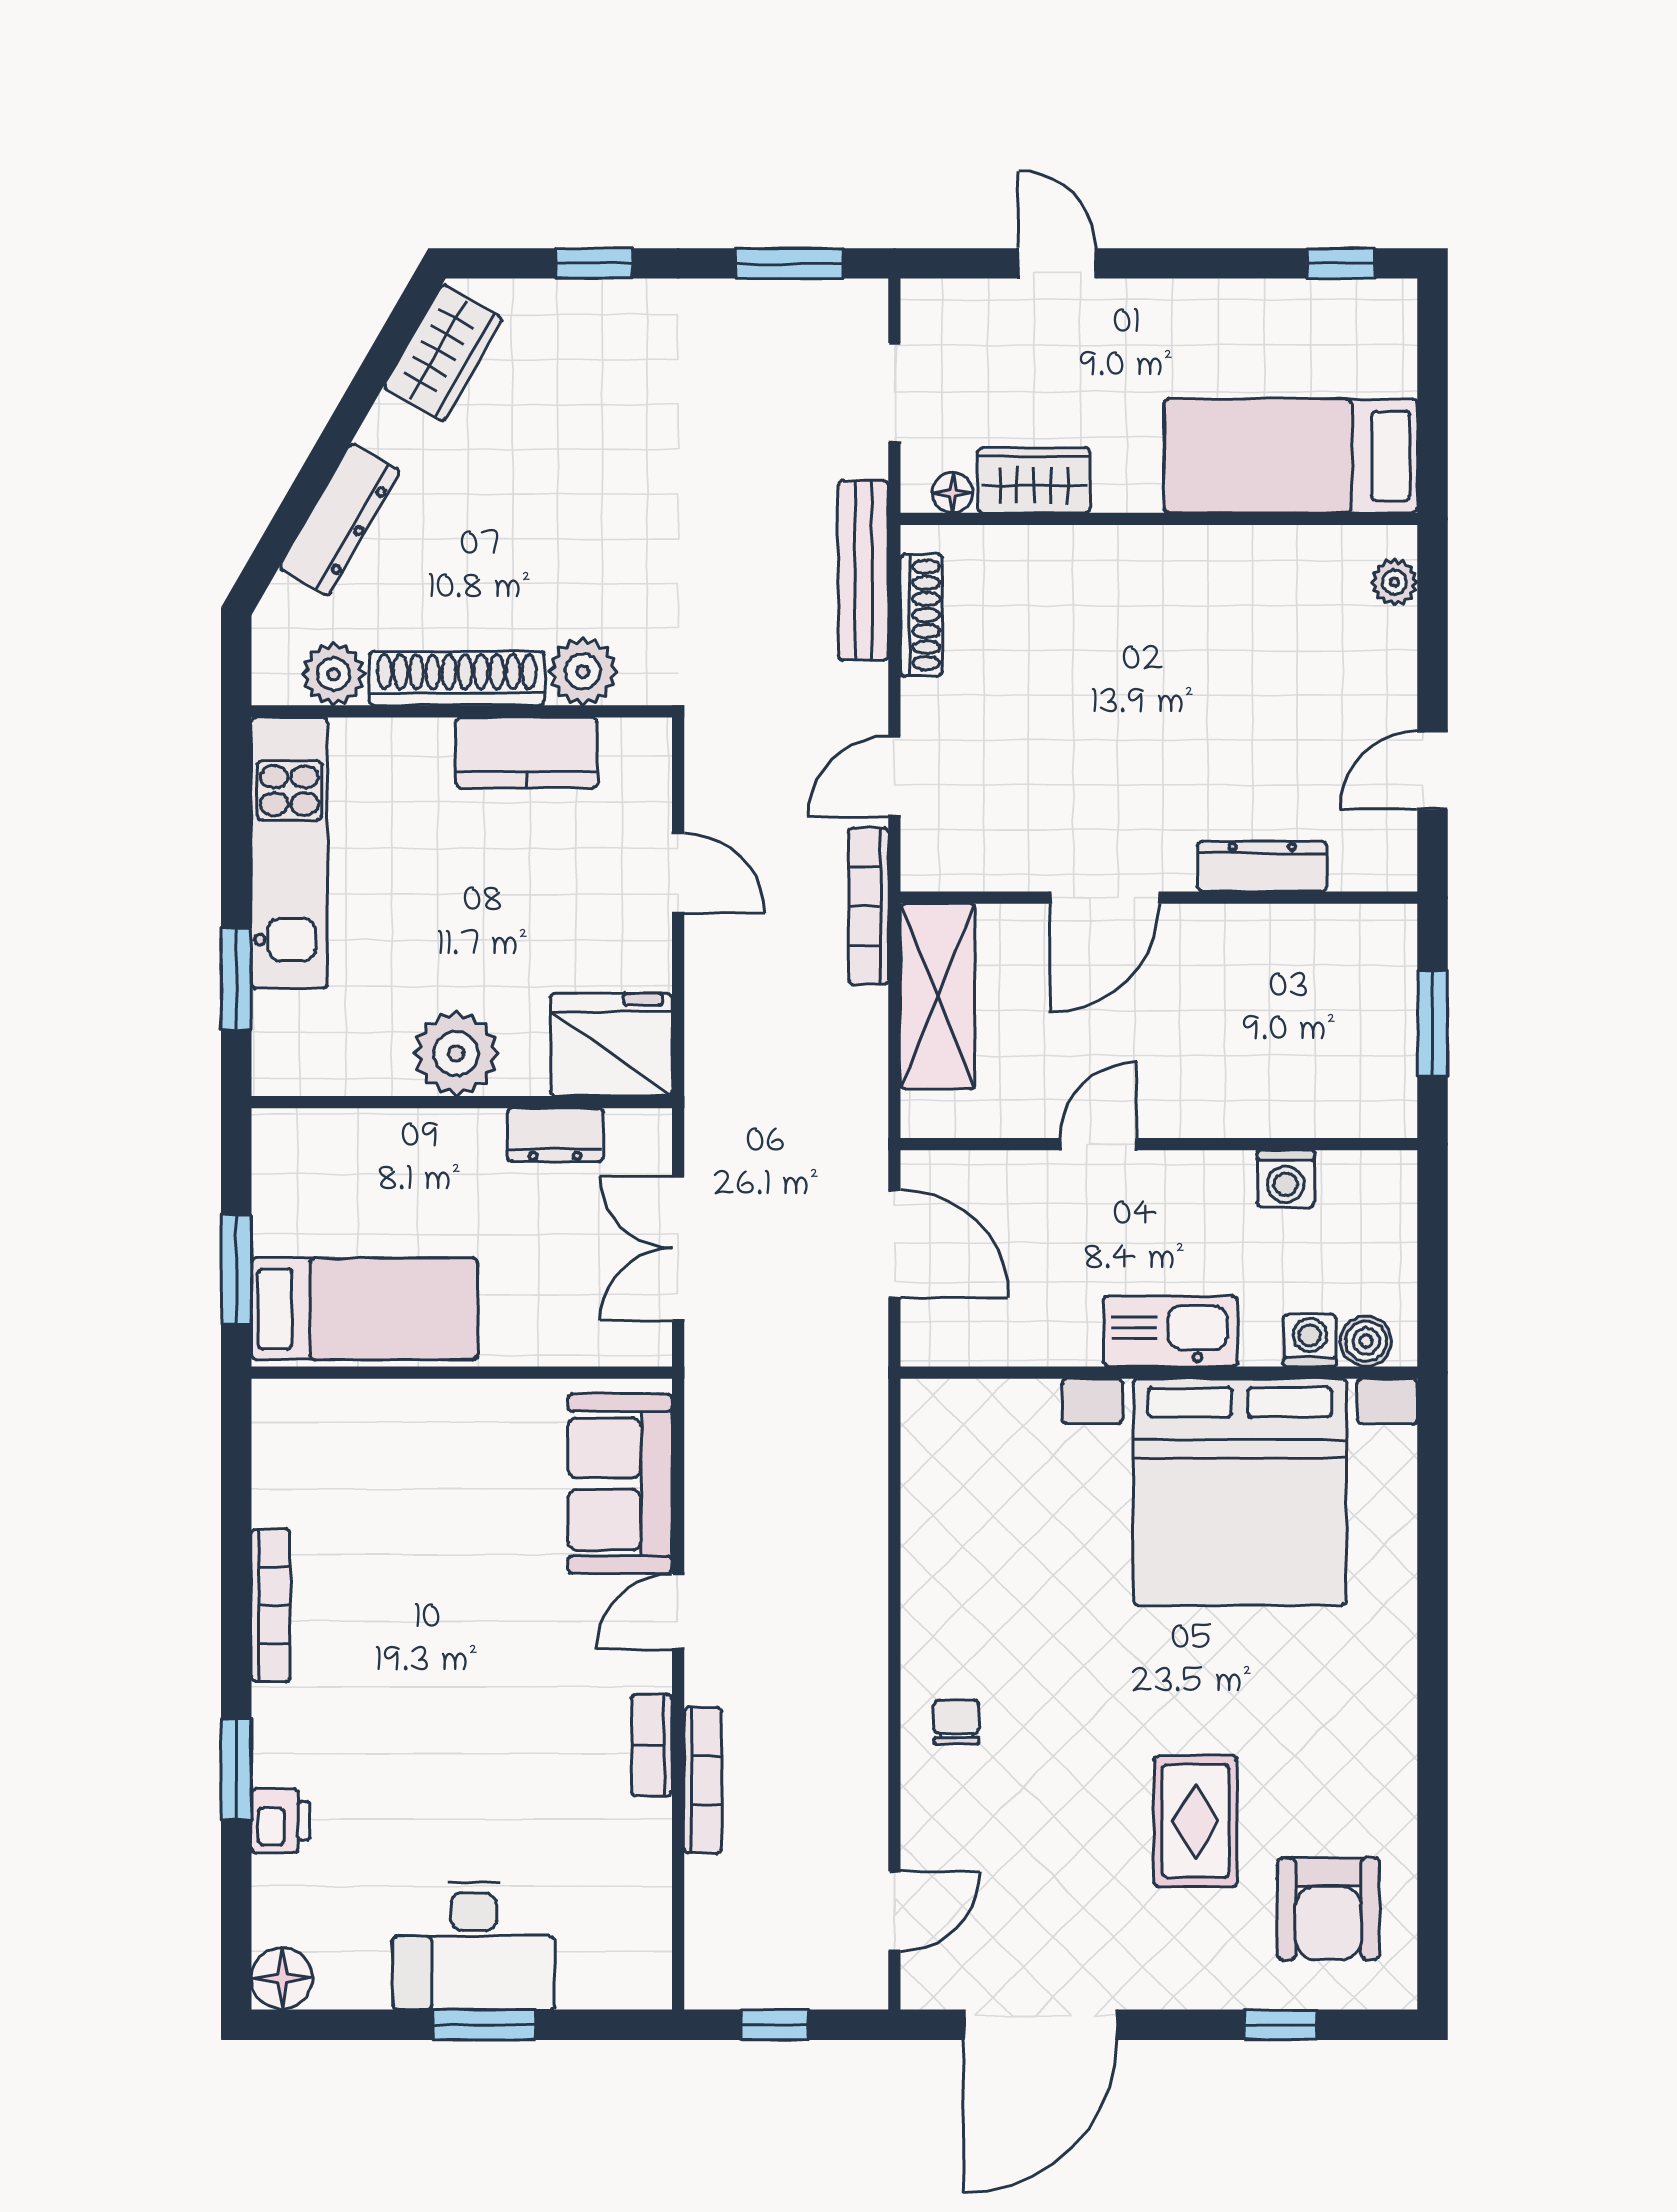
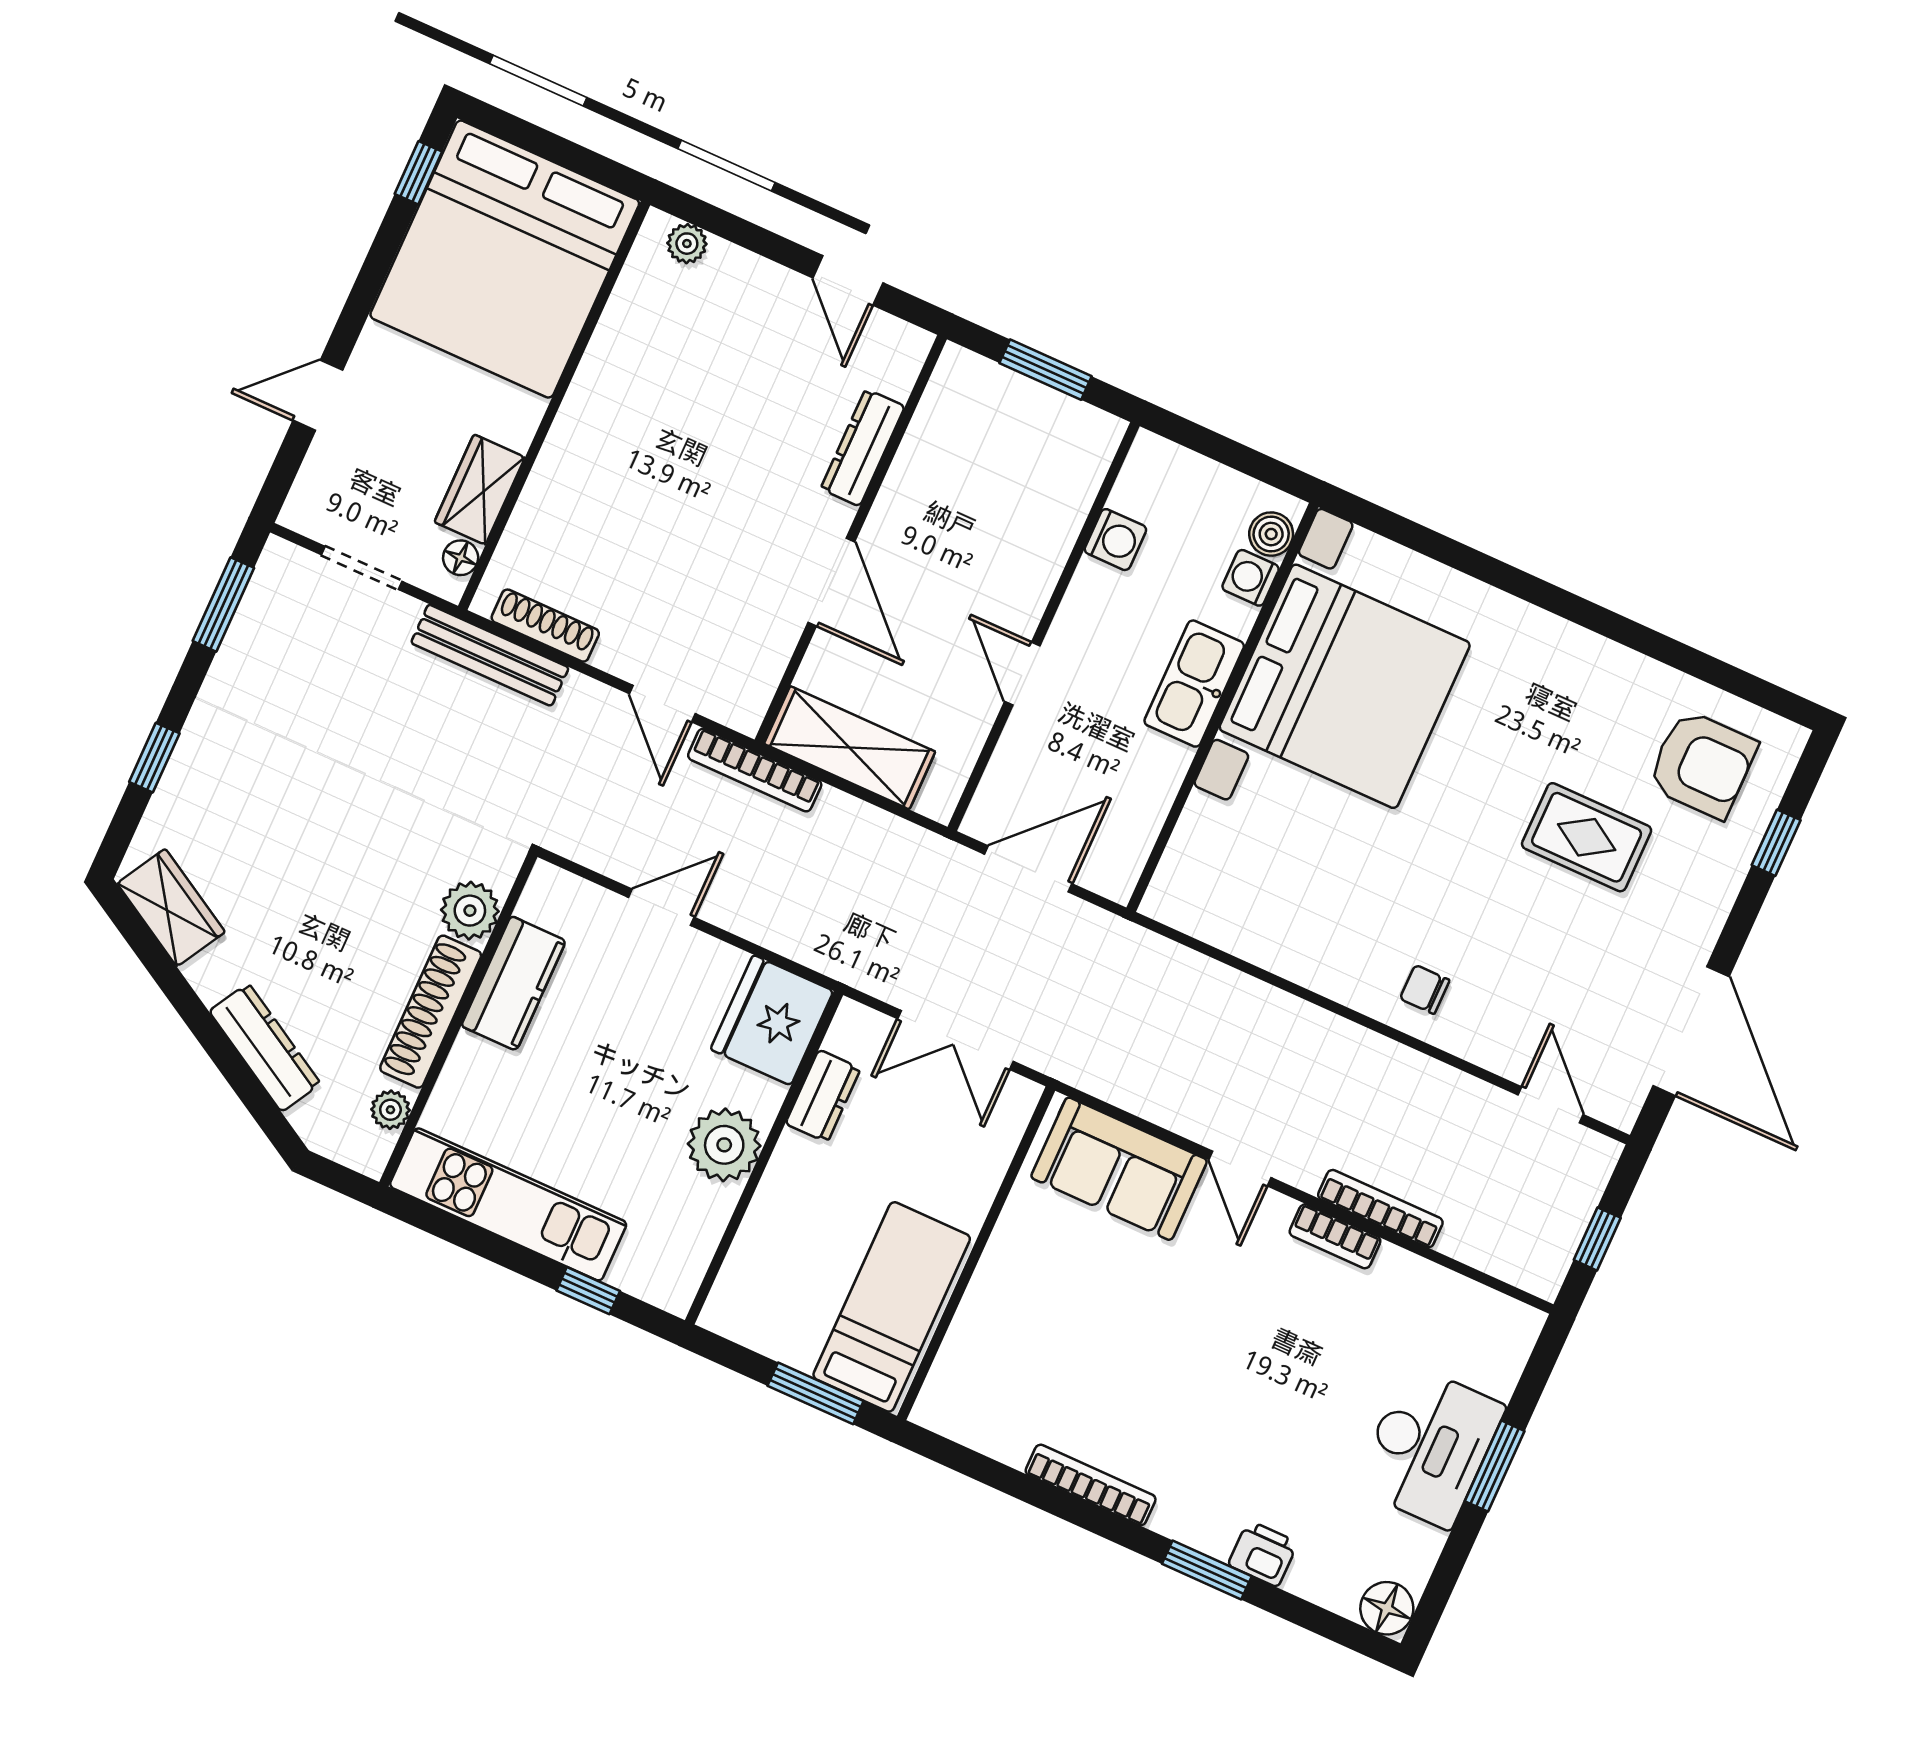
bed: (1291, 456) -> (505, 259), width x2.04
plant: (333, 674) -> (390, 1110), width x0.73, depth x0.73
window: (236, 979) -> (588, 1291), width x0.67

